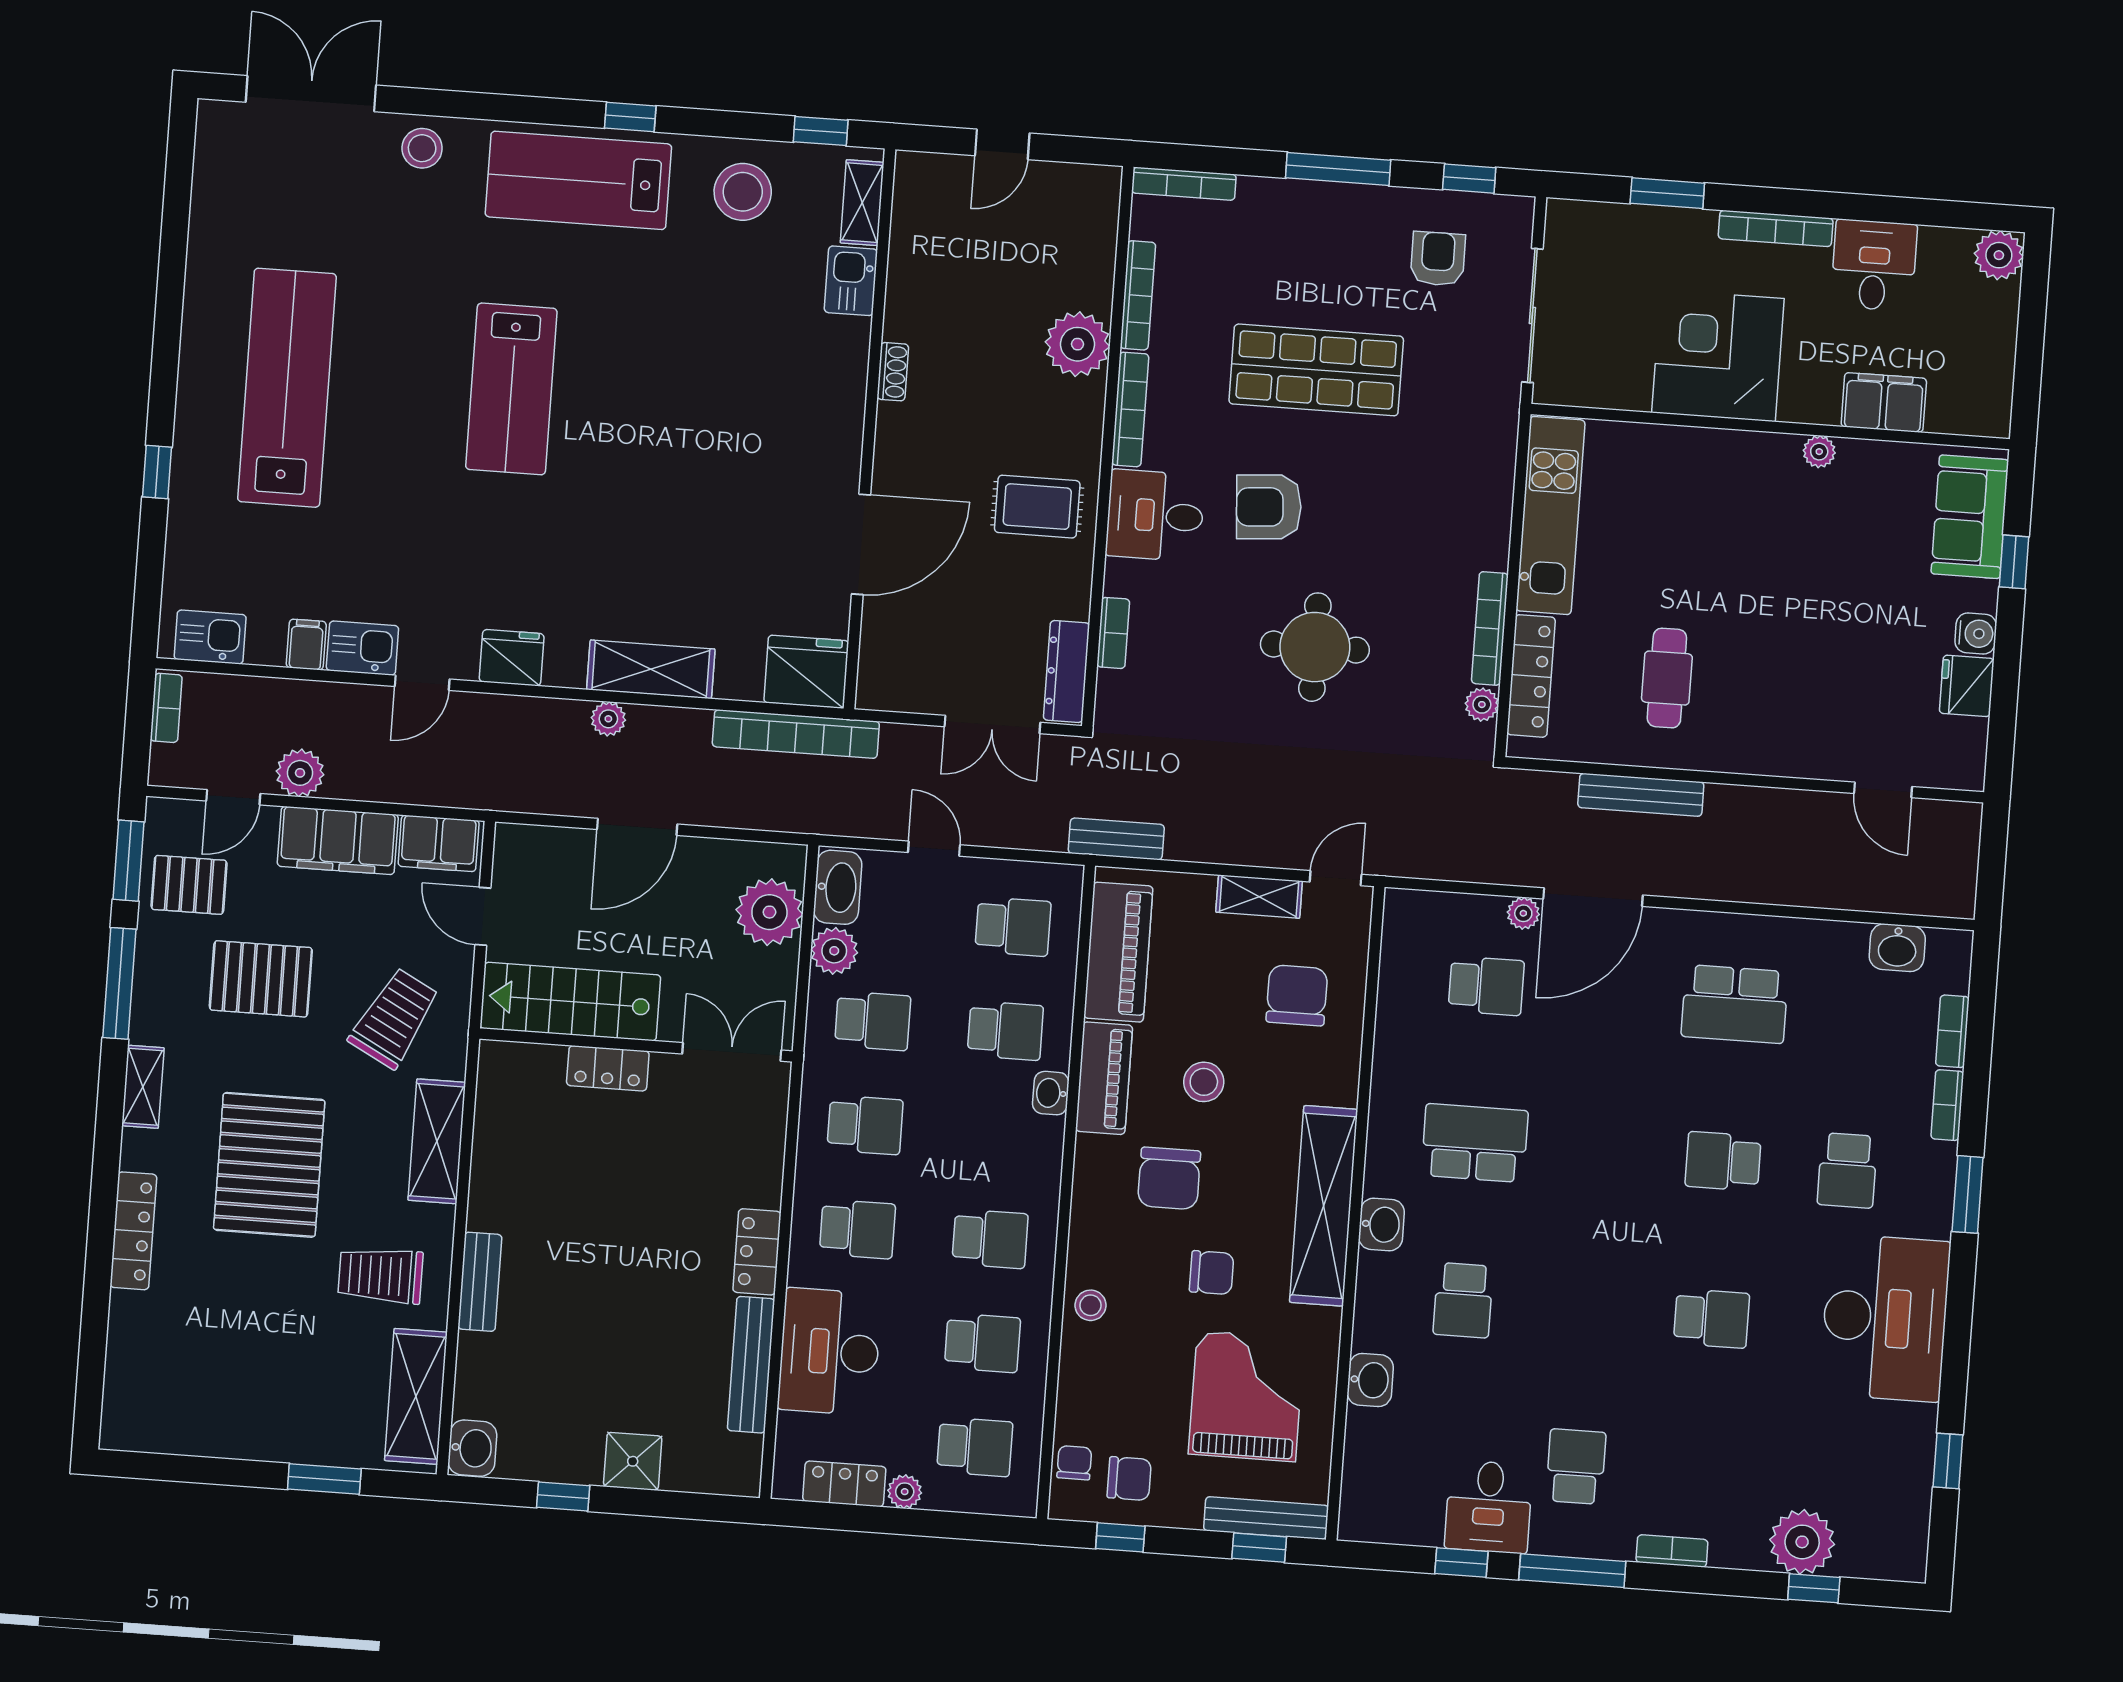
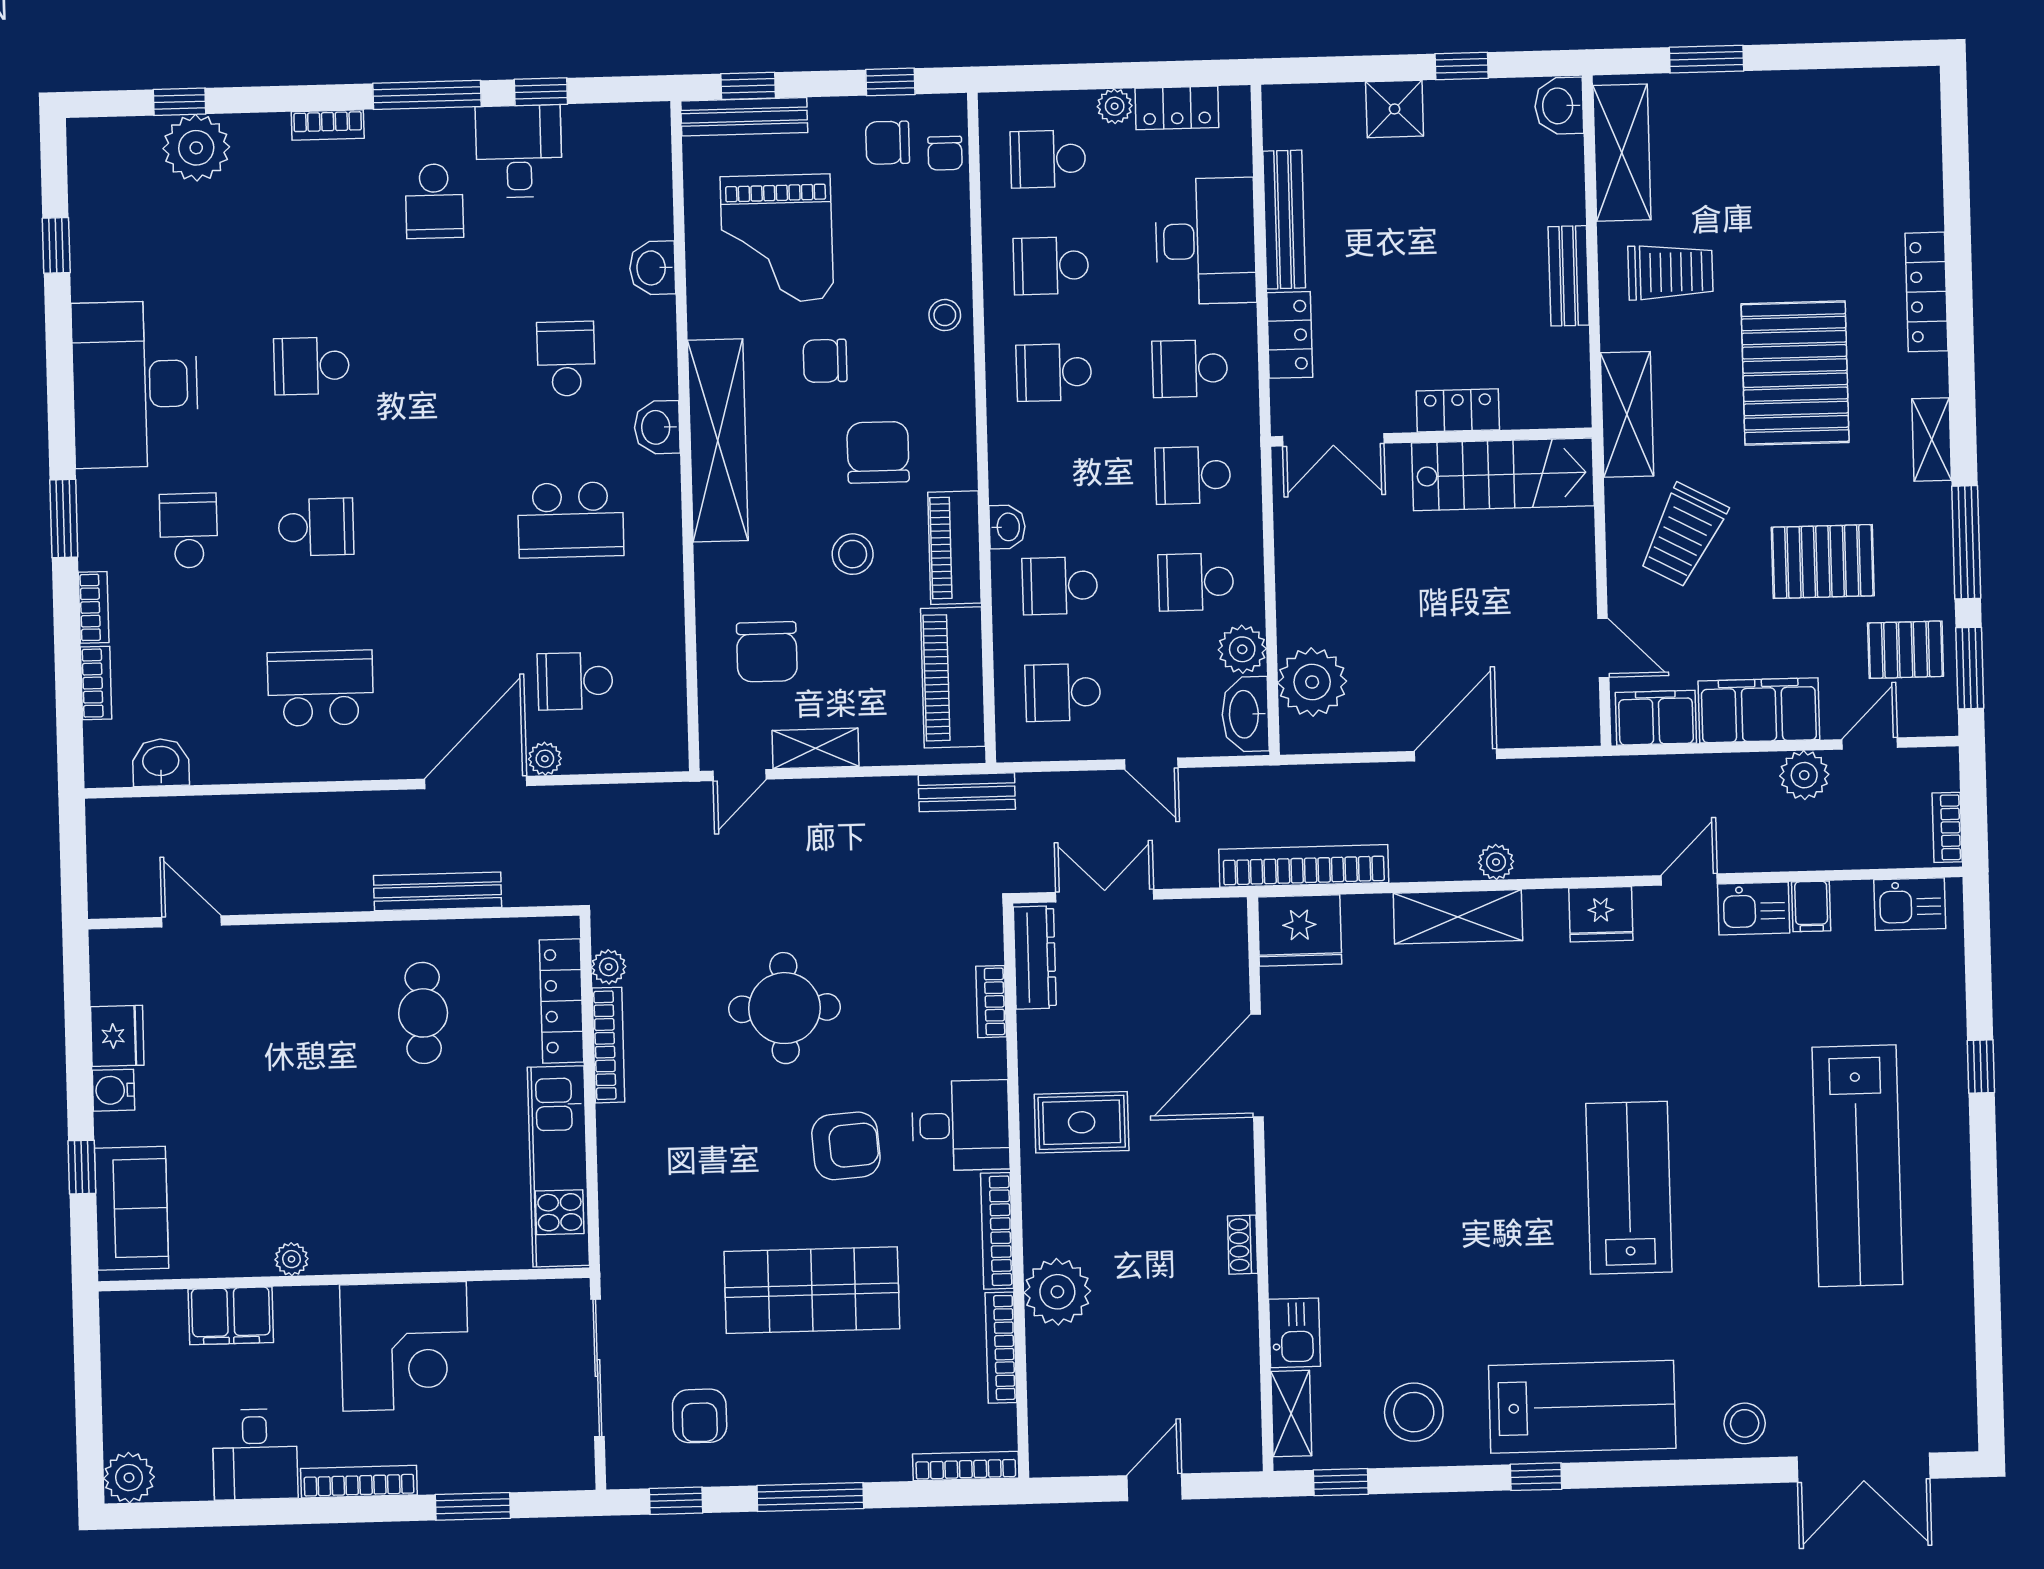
stairs: (570, 1002) -> (1503, 474), moved
wall: (636, 1045) -> (1432, 437), moved
double door: (732, 1052) -> (1333, 440), moved
locker: (608, 1068) -> (1458, 410), moved

